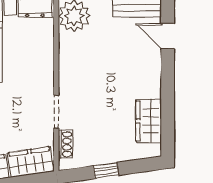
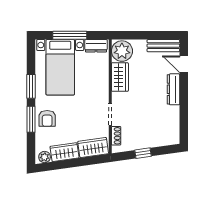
dresser: (152, 74) -> (173, 89), added
wardrobe: (149, 121) -> (120, 77), moved, turned 180

